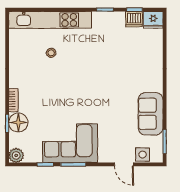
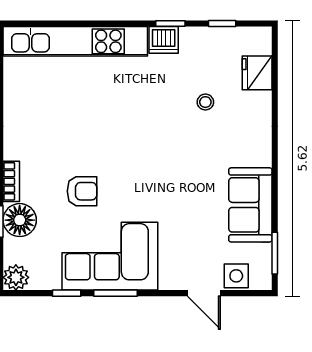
dishwasher: (134, 19) -> (164, 40), moved
fridge: (153, 20) -> (257, 73), moved, turned 90
stool: (51, 53) -> (205, 102), moved
armchair: (54, 106) -> (82, 191), added

